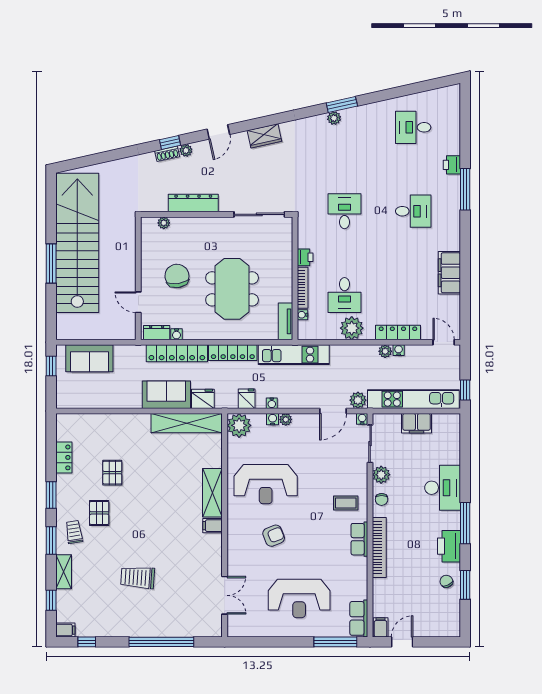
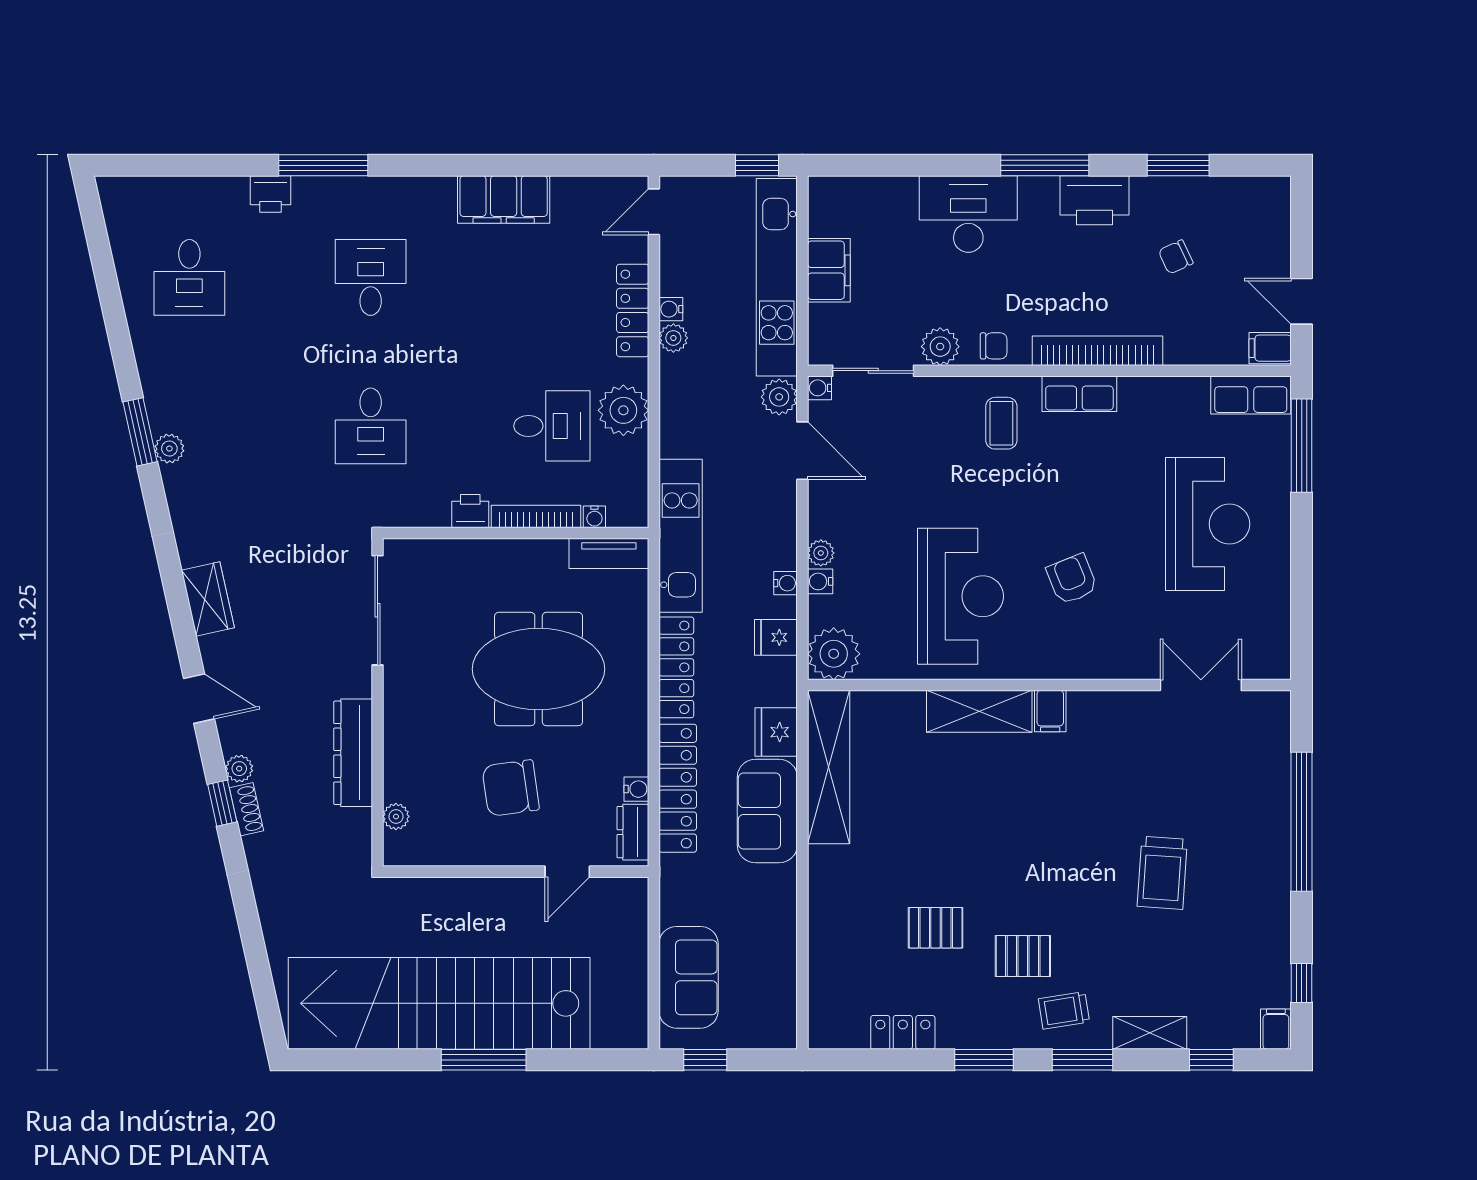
desk: (344, 211) -> (371, 426), turned -90
chair: (446, 581) -> (1176, 257), moved

